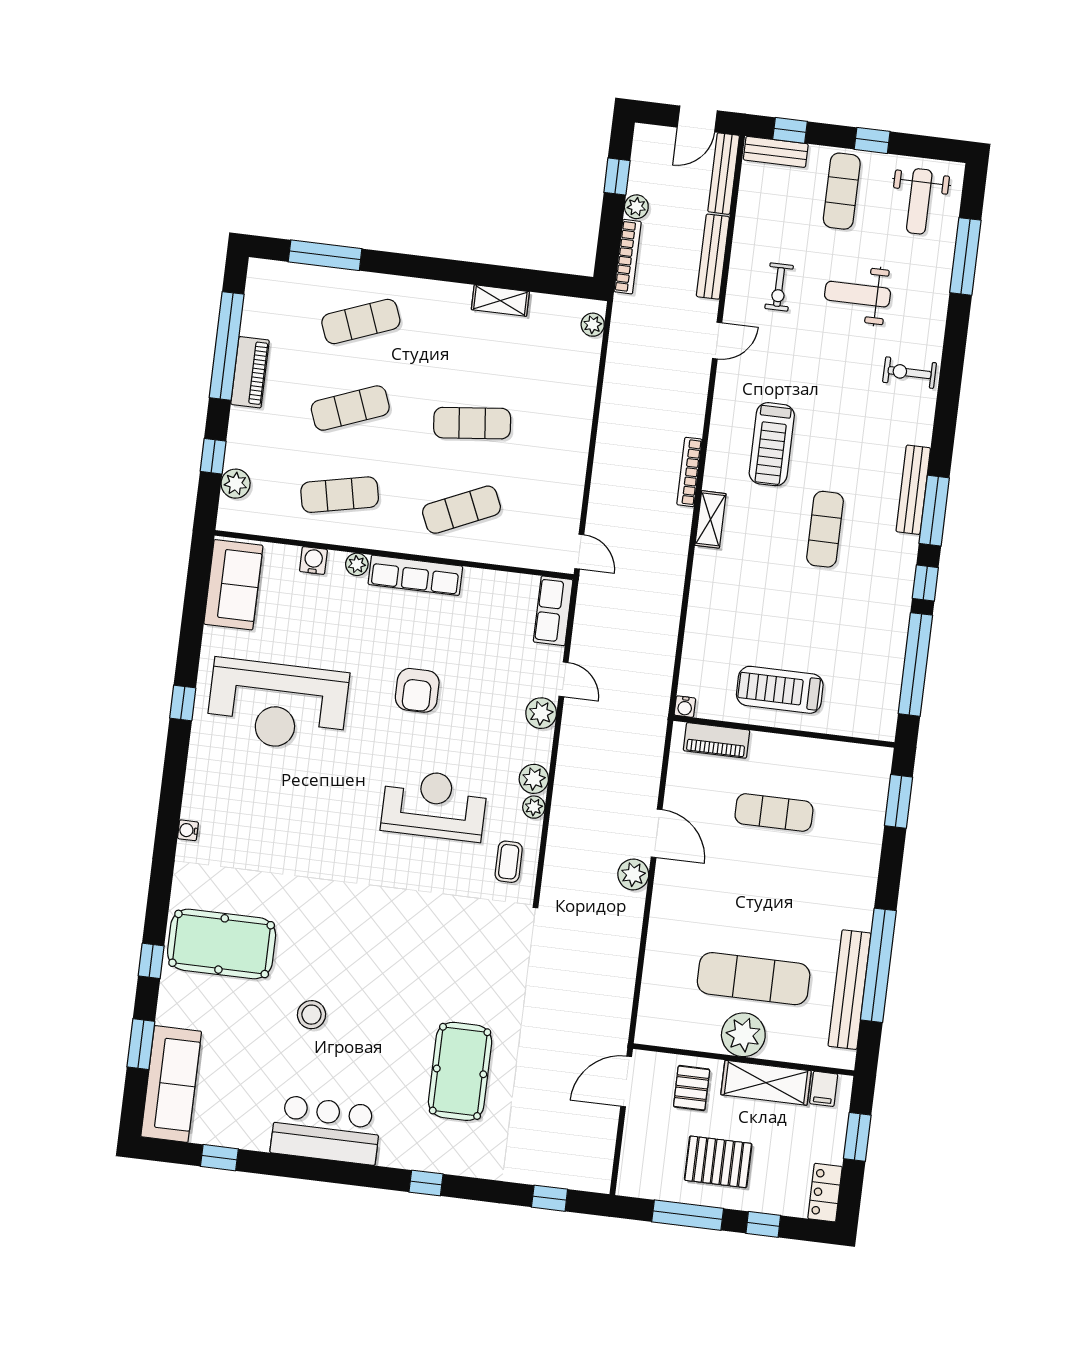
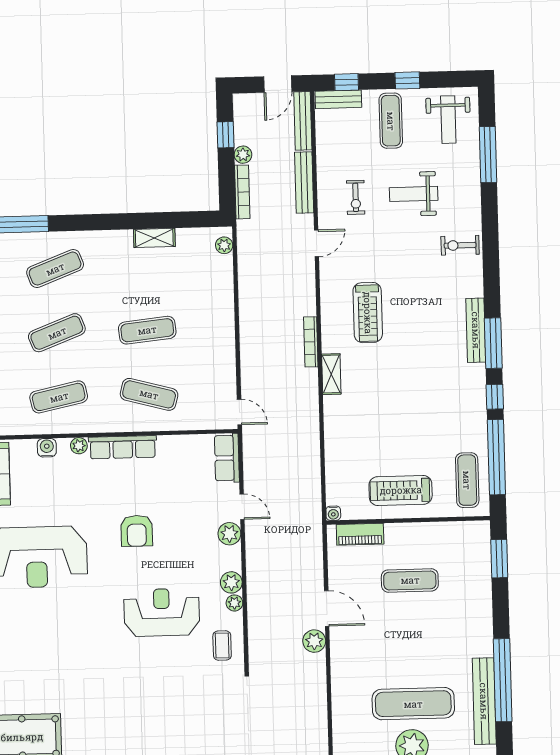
exercise mat: (462, 510) -> (149, 394), turned 39
exercise mat: (825, 529) -> (467, 480), moved

